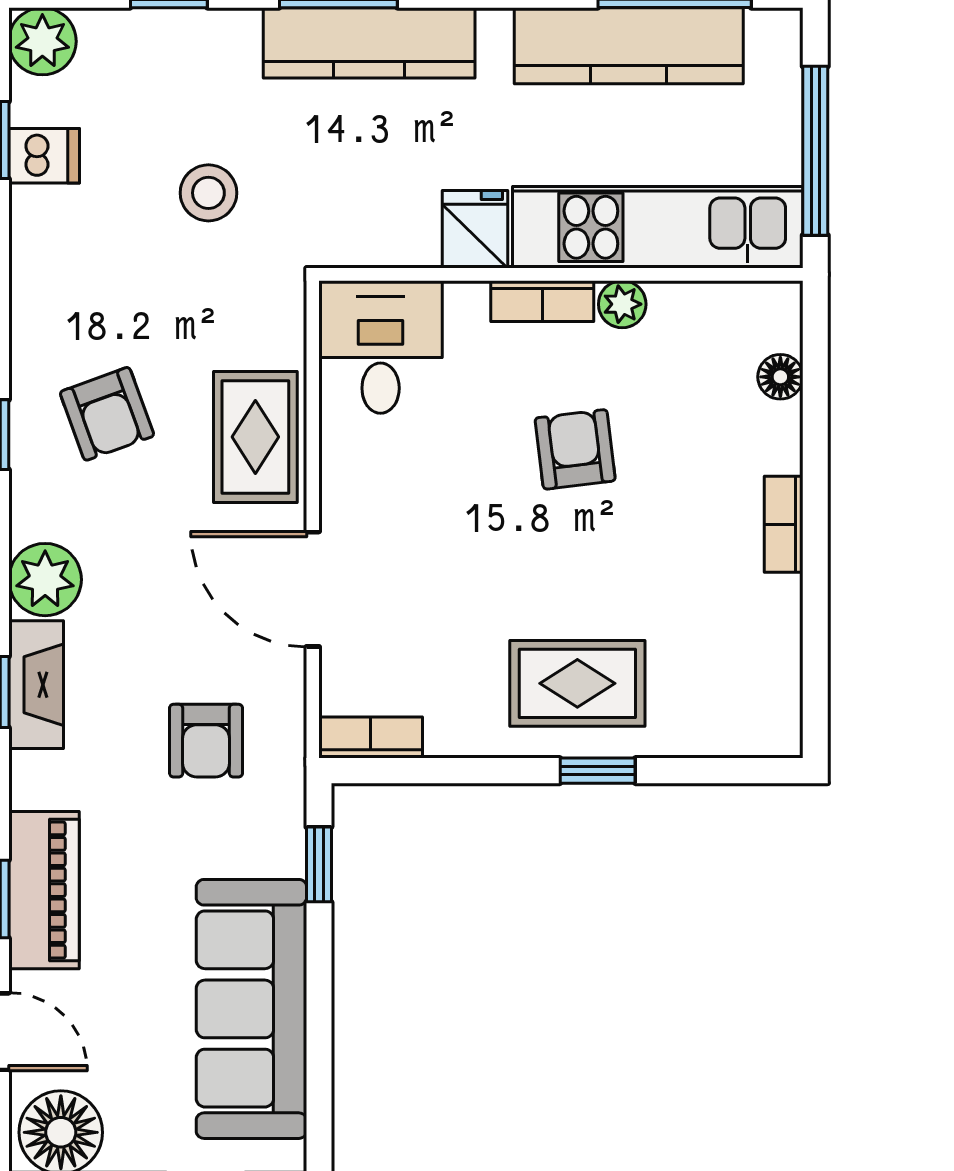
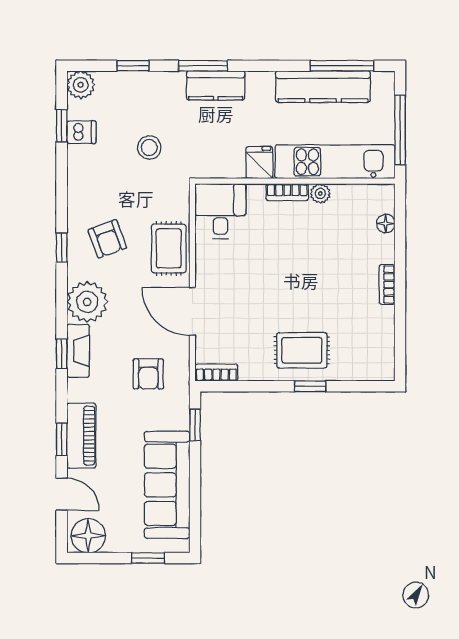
kitchen counter: (369, 43) -> (216, 85), width x0.67
armchair: (575, 449) -> (301, 253), removed
plant: (45, 580) -> (87, 302), width x1.36, depth x1.36

